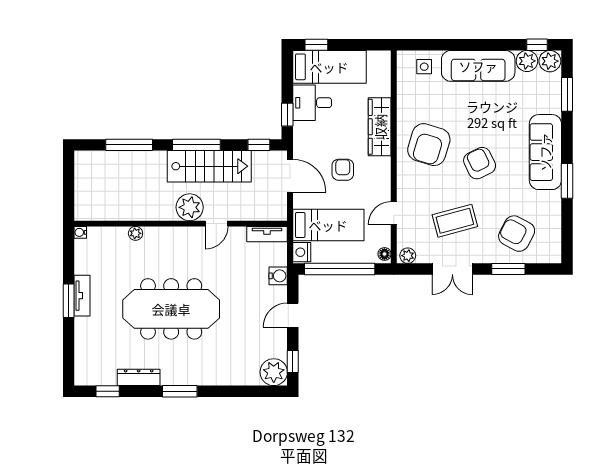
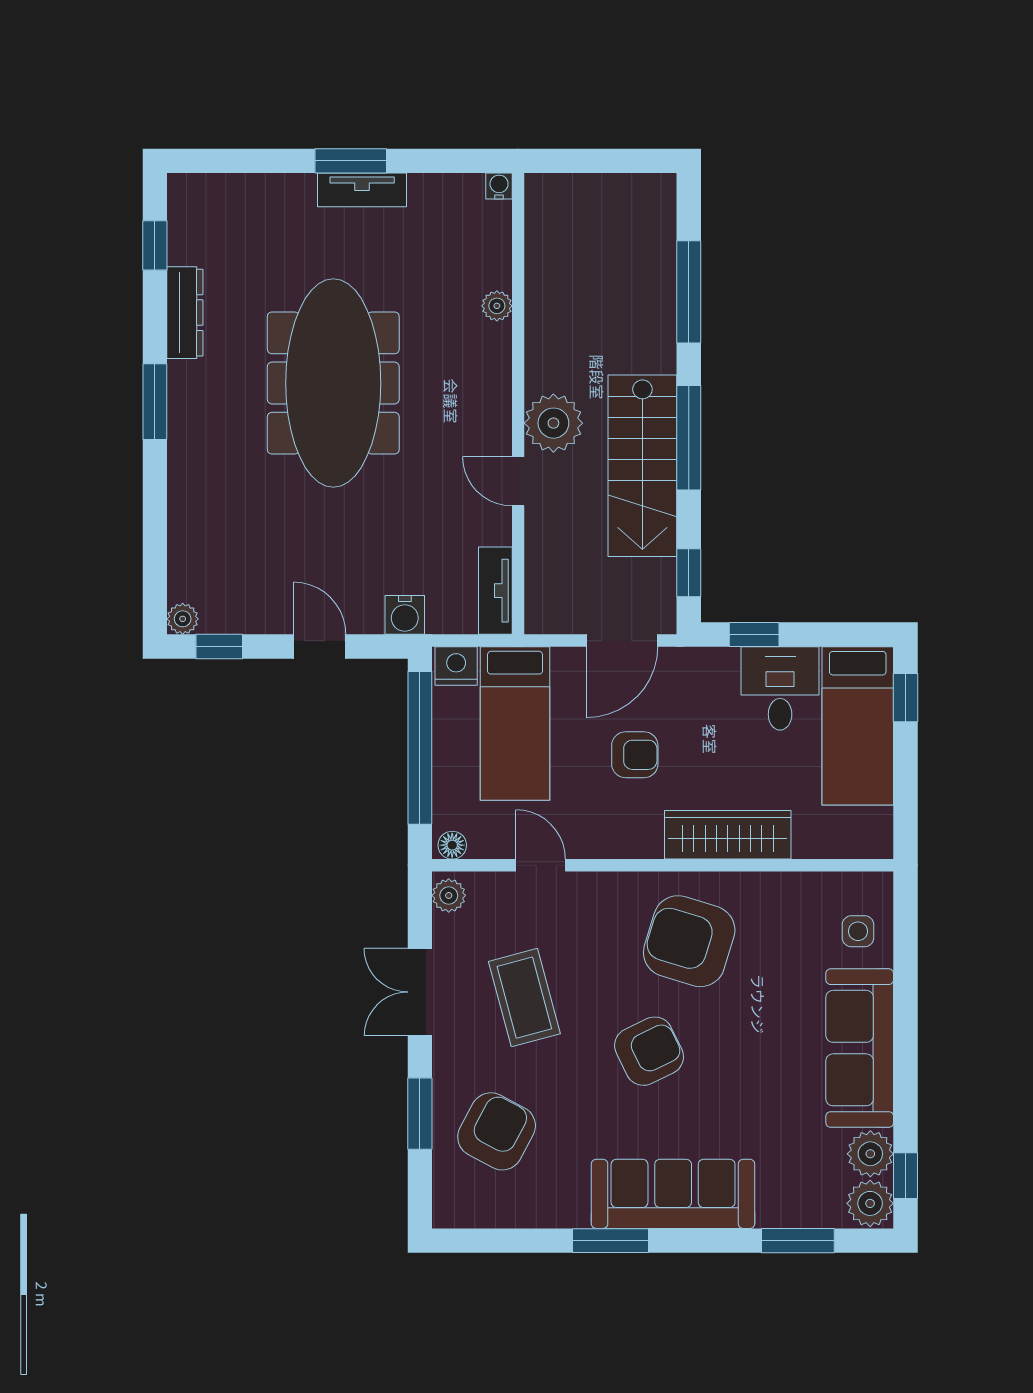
plant: (274, 372) -> (183, 619), width x0.53, depth x0.53

